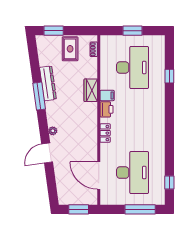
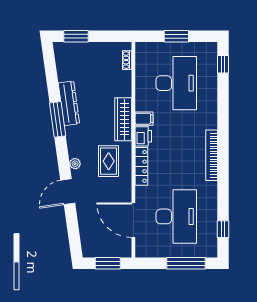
rug: (70, 49) -> (109, 161), moved
window: (169, 76) -> (223, 64), moved
wardrobe: (91, 90) -> (123, 119), width x1.50
bookcase: (160, 124) -> (212, 155), added
locker: (105, 133) -> (141, 166), width x1.53

